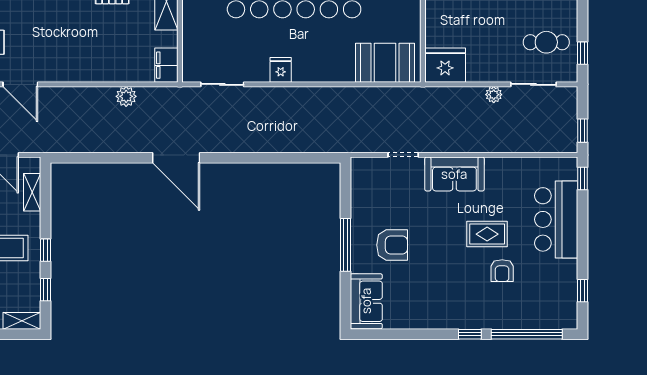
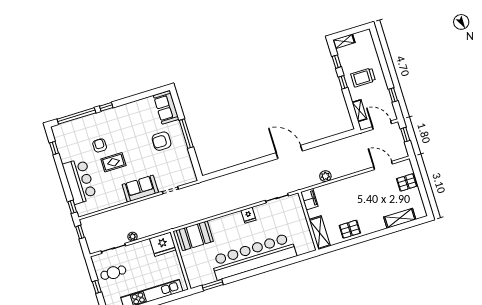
window: (583, 53) -> (97, 287), moved

